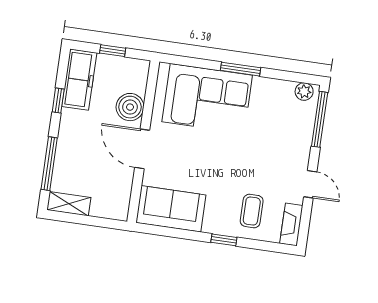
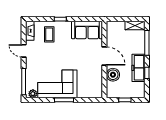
freezer: (79, 80) -> (138, 68), moved
corner sofa: (207, 99) -> (57, 84), moved

